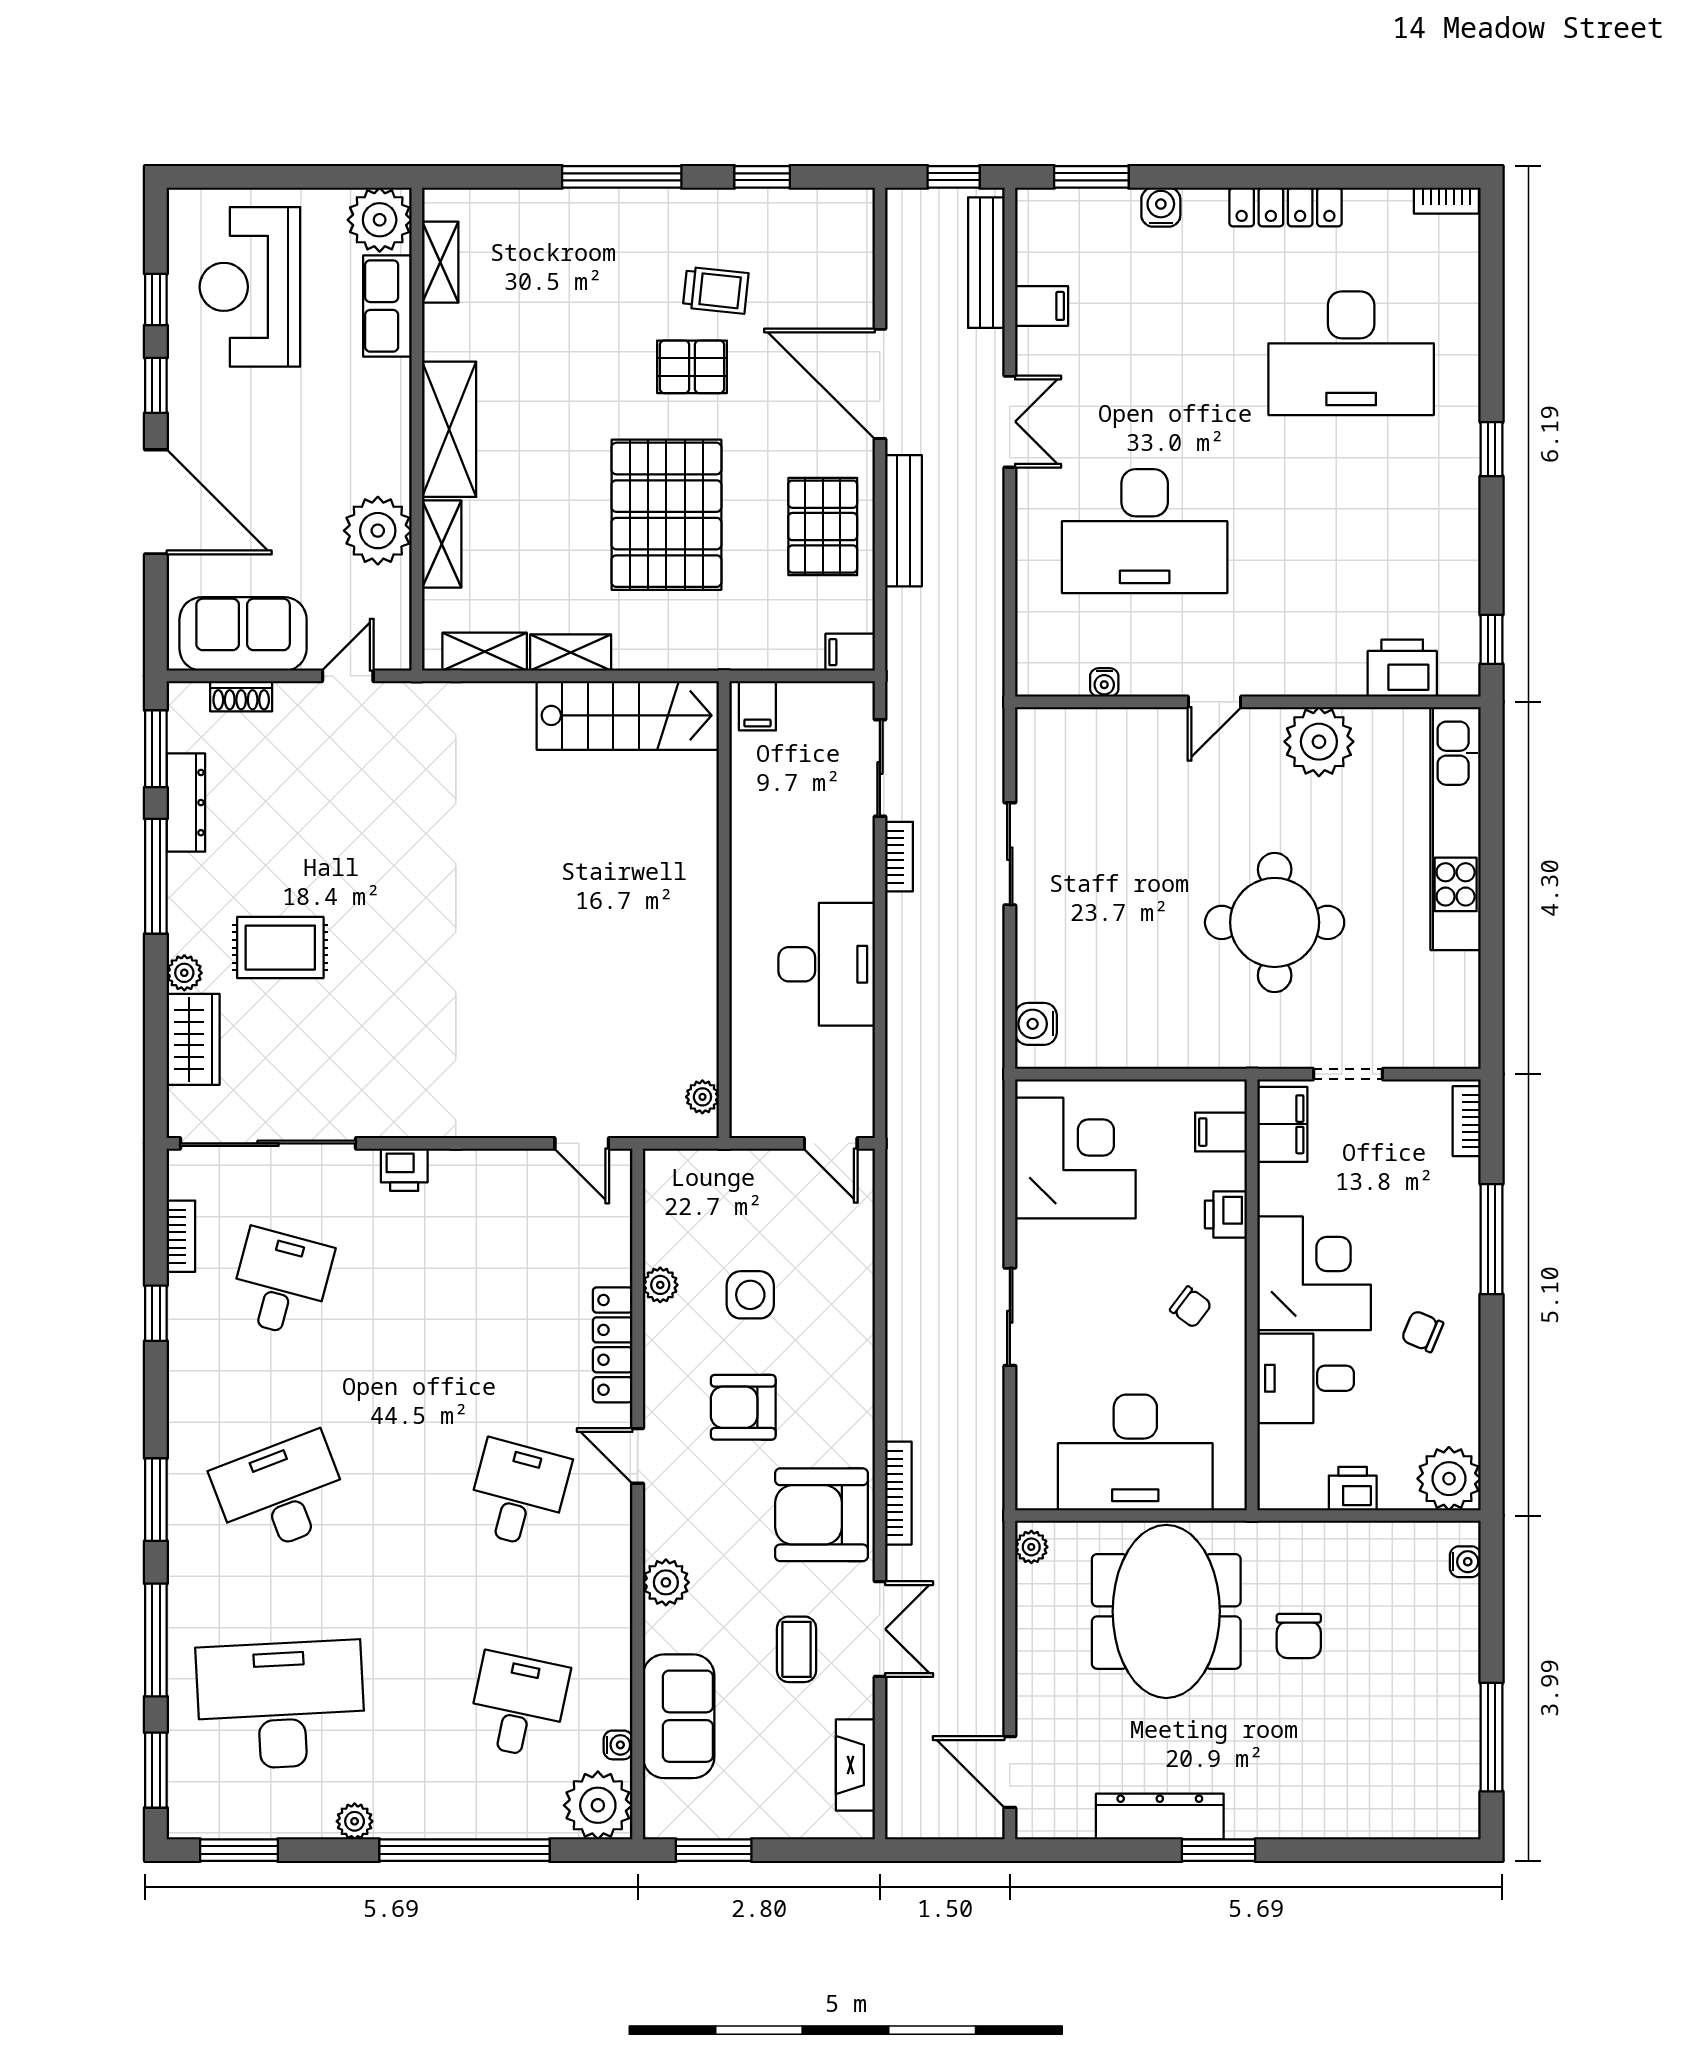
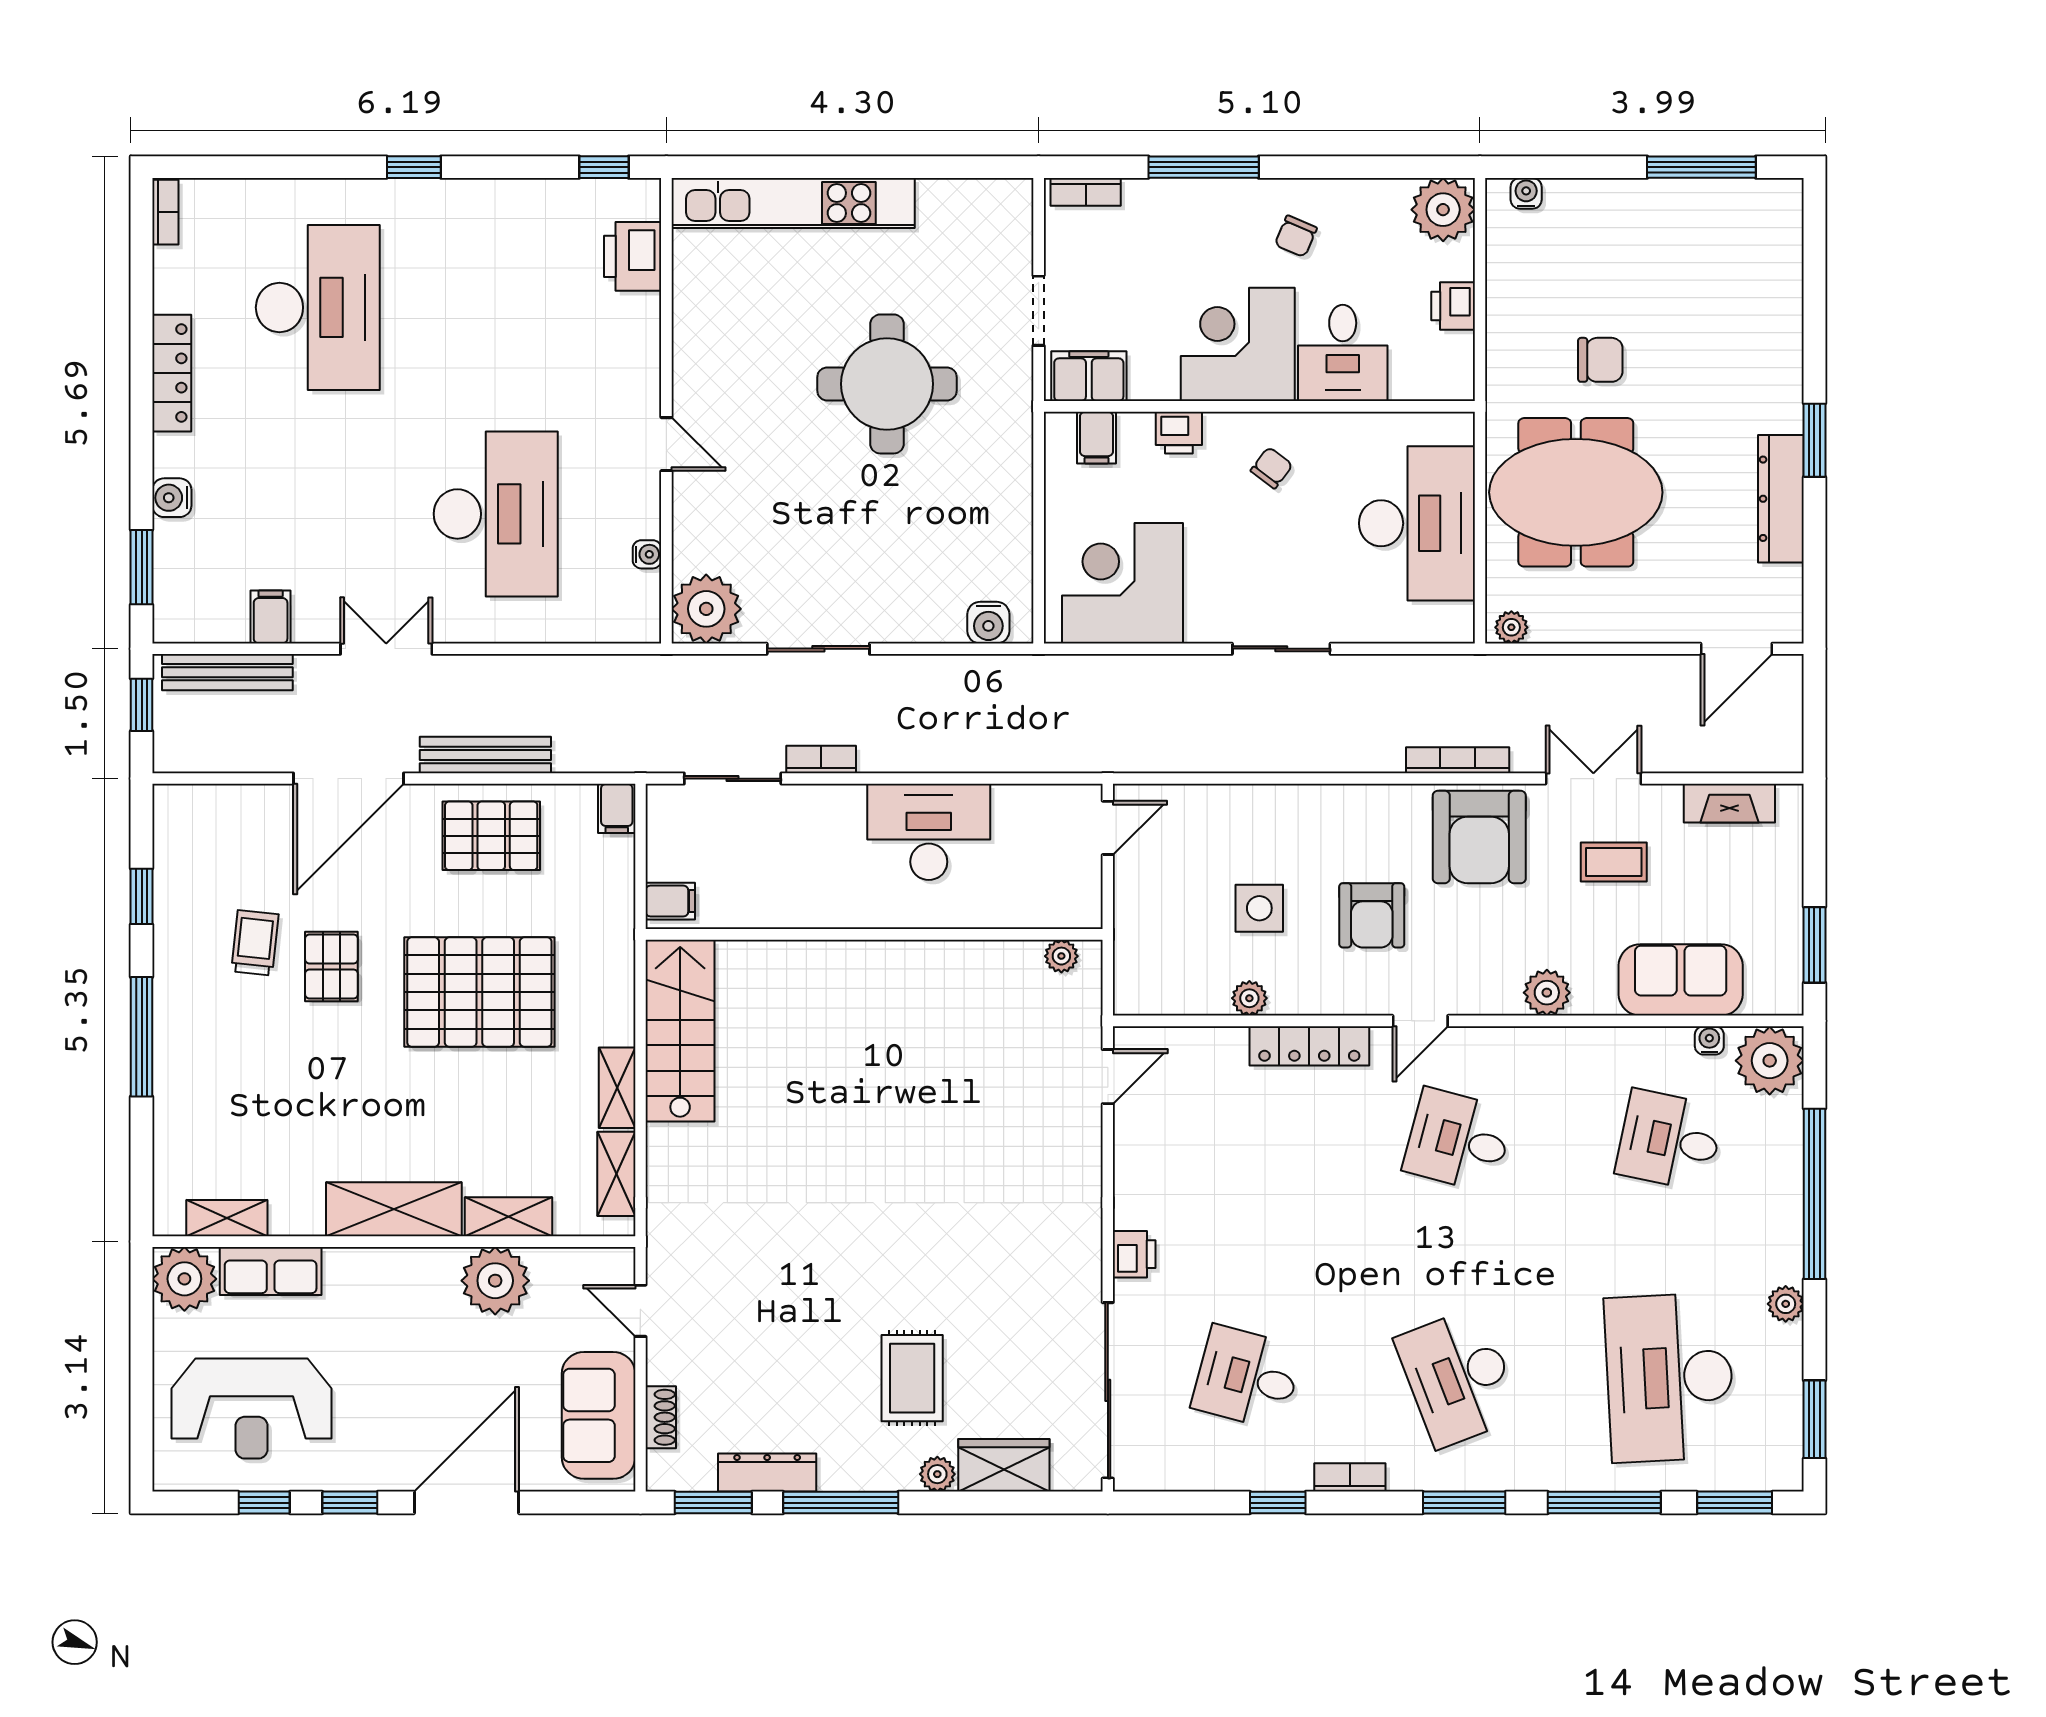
plant: (1319, 742) -> (706, 609), moved
bookcase: (181, 1236) -> (1350, 1477), moved

